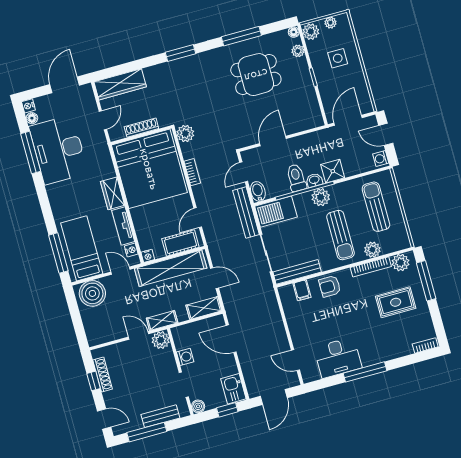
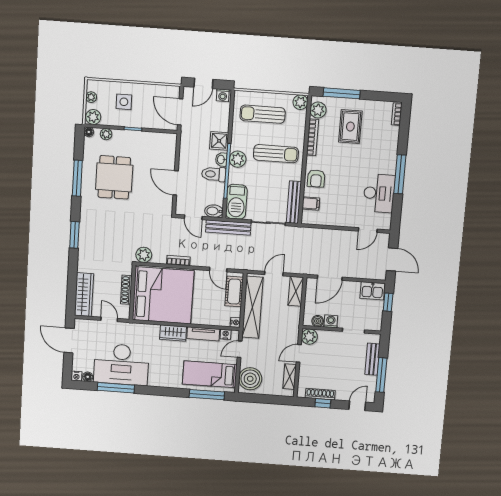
plant: (372, 250) -> (300, 102), moved
shelving: (162, 320) -> (290, 377), moved
boiler: (198, 406) -> (318, 321), moved

